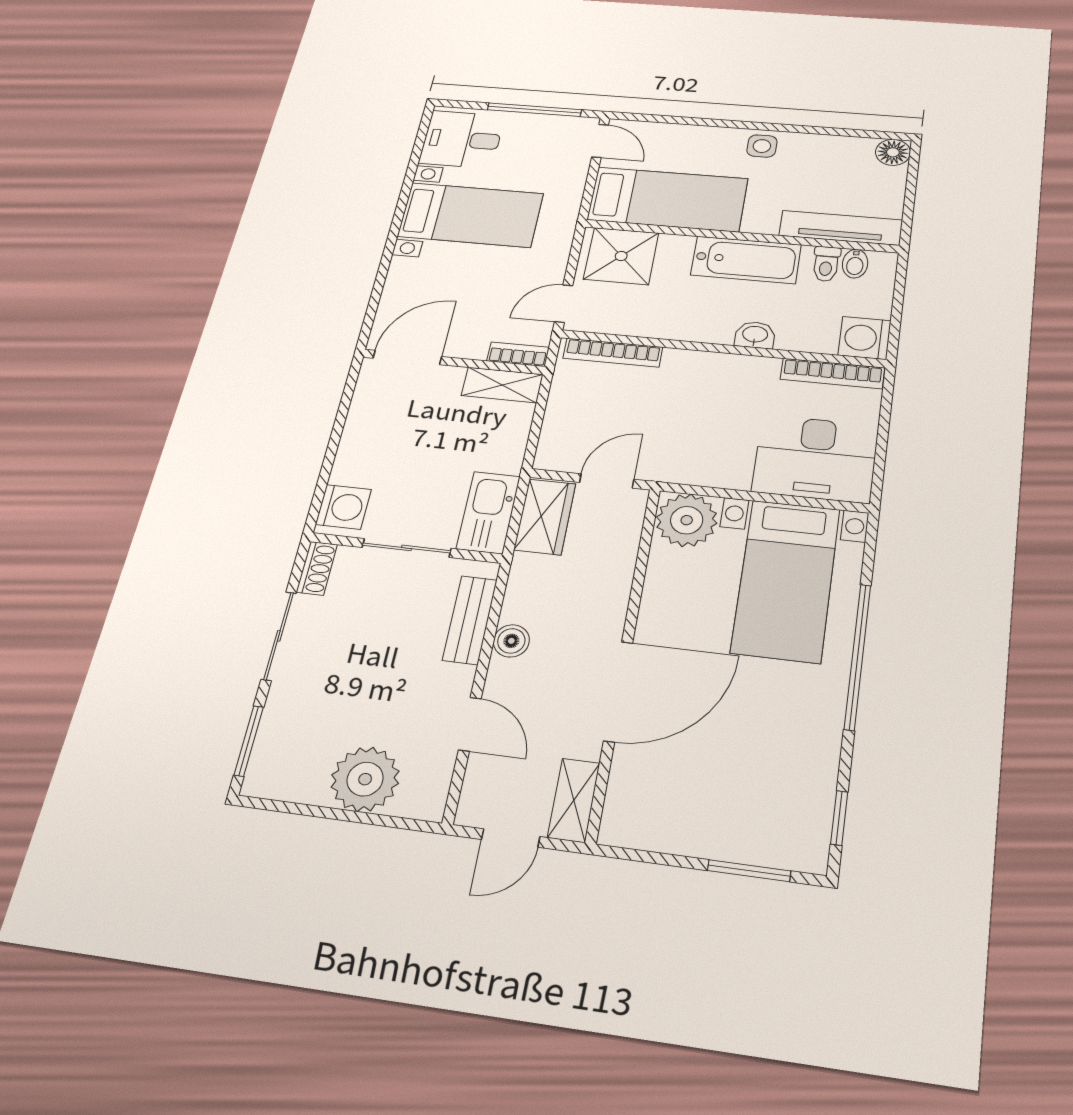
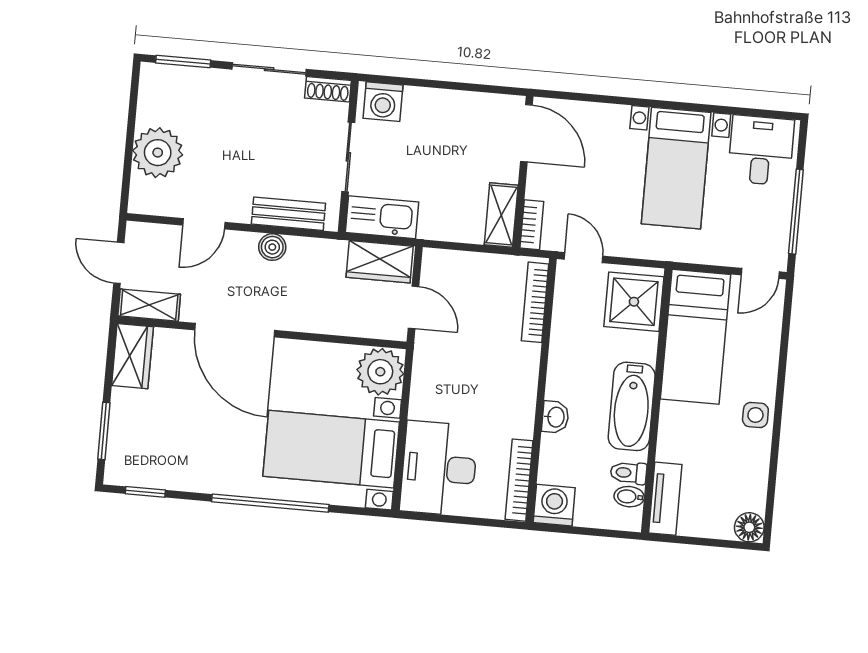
tv unit: (841, 228) -> (665, 499), width x0.71
wardrobe: (644, 826) -> (132, 356), added

